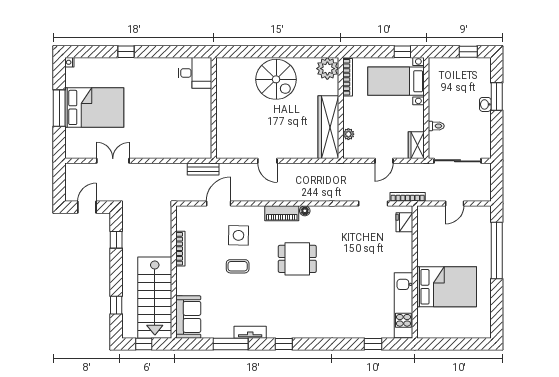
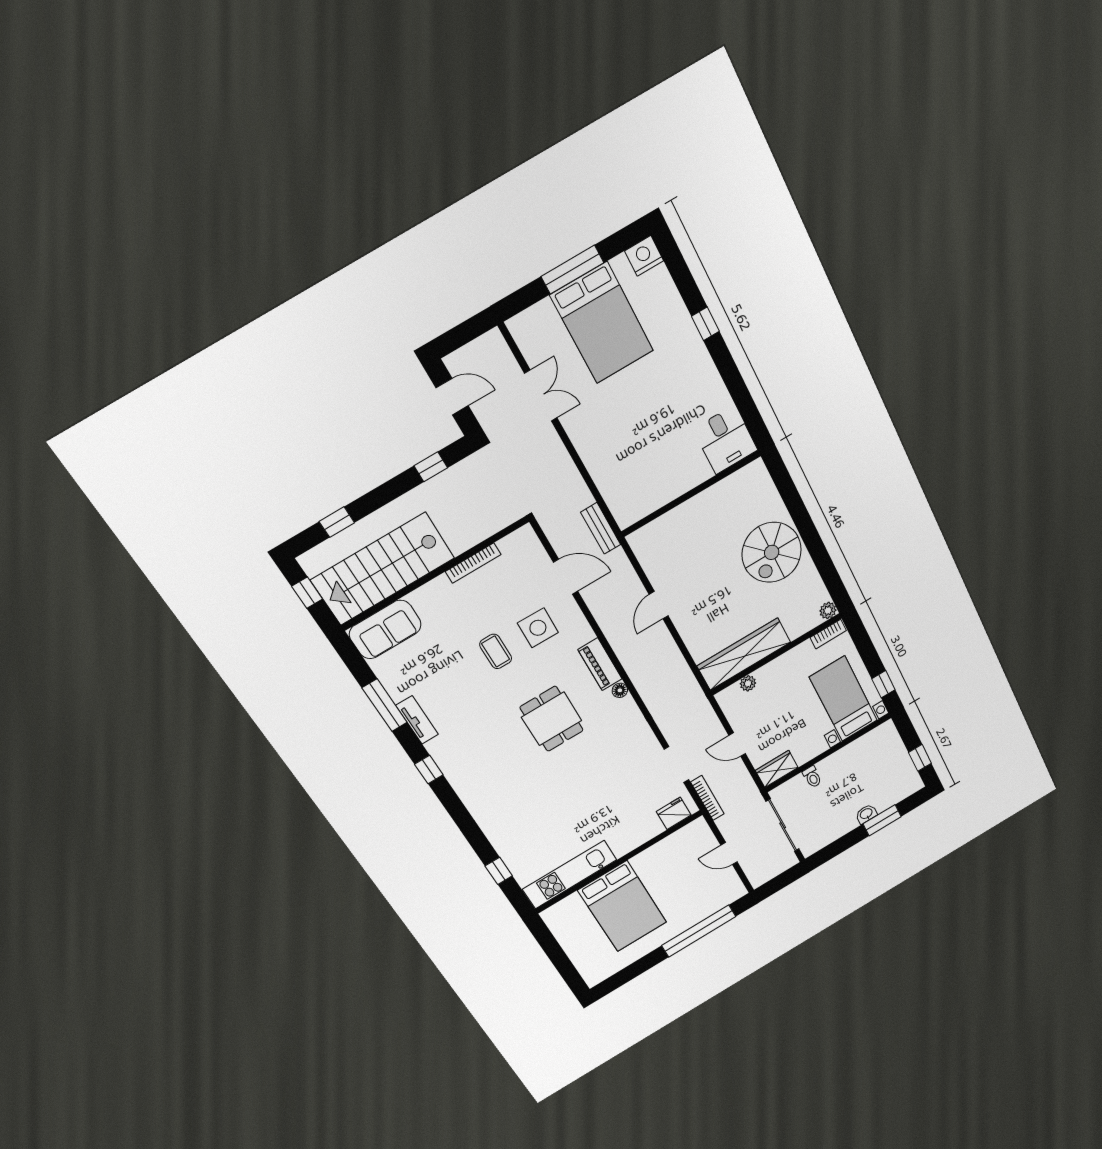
nightstand: (69, 62) -> (644, 256), width x1.89, depth x1.79
plant: (327, 69) -> (828, 611), width x0.53, depth x0.53
bookcase: (348, 77) -> (828, 634), width x0.64

